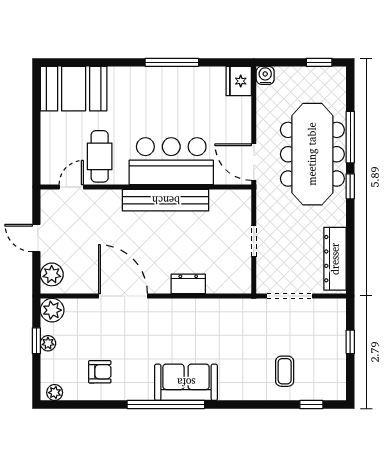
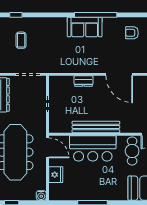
fridge: (239, 81) -> (56, 175), moved
coffee table: (285, 371) -> (21, 40), moved

